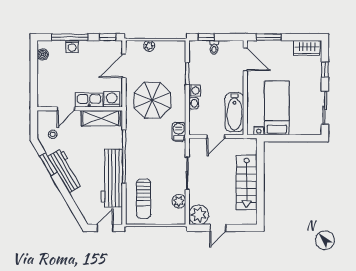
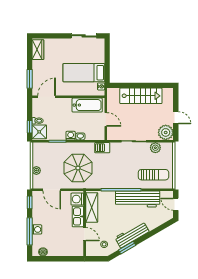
shower: (199, 50) -> (39, 132), added
window: (325, 69) -> (54, 36), removed

